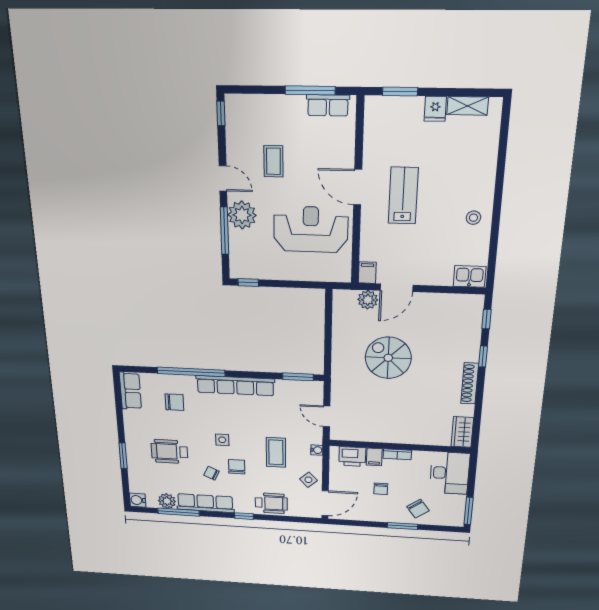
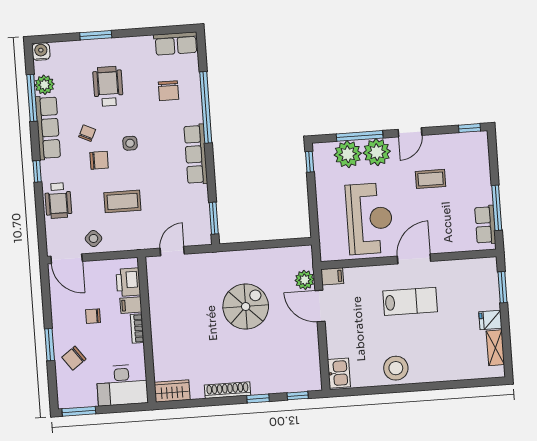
stool: (473, 218) -> (396, 368), width x1.89, depth x1.89
plant: (243, 244) -> (348, 154), added
row of seats: (235, 386) -> (196, 154), width x0.73
water cooler: (317, 450) -> (131, 244), removed

